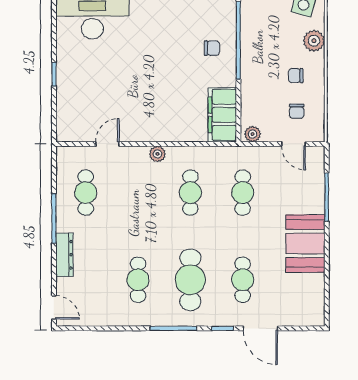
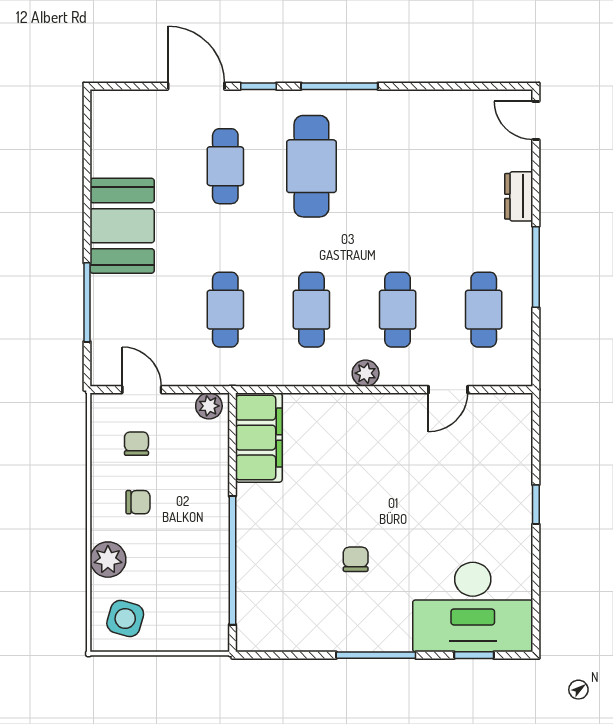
chair: (212, 48) -> (356, 559), moved, turned 90
dresser: (64, 255) -> (519, 196), width x0.70
cafe table: (138, 280) -> (398, 310), moved

